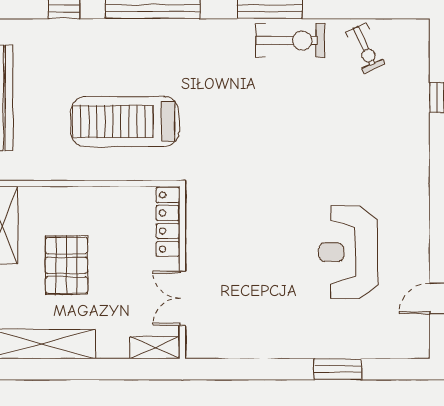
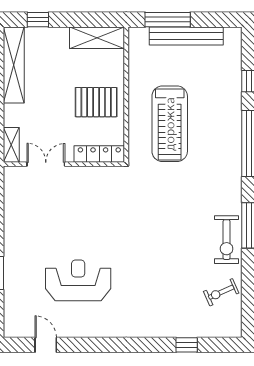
treadmill: (125, 122) -> (170, 124), turned 180
pallet: (67, 265) -> (96, 102), moved

